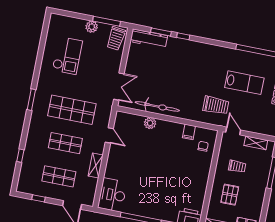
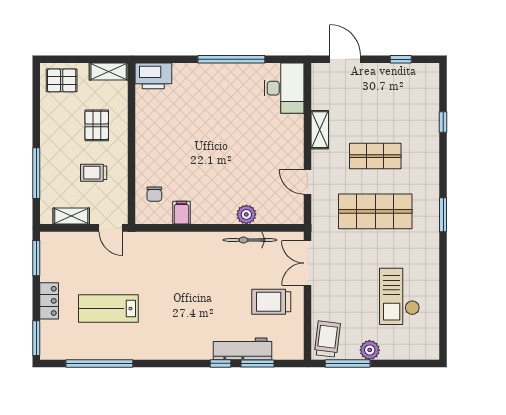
workbench: (149, 39) -> (242, 349), moved
trolley: (216, 105) -> (271, 302), moved
bicycle: (157, 106) -> (250, 240), width x0.73, depth x0.71
shop shelf: (59, 176) -> (375, 101), removed

